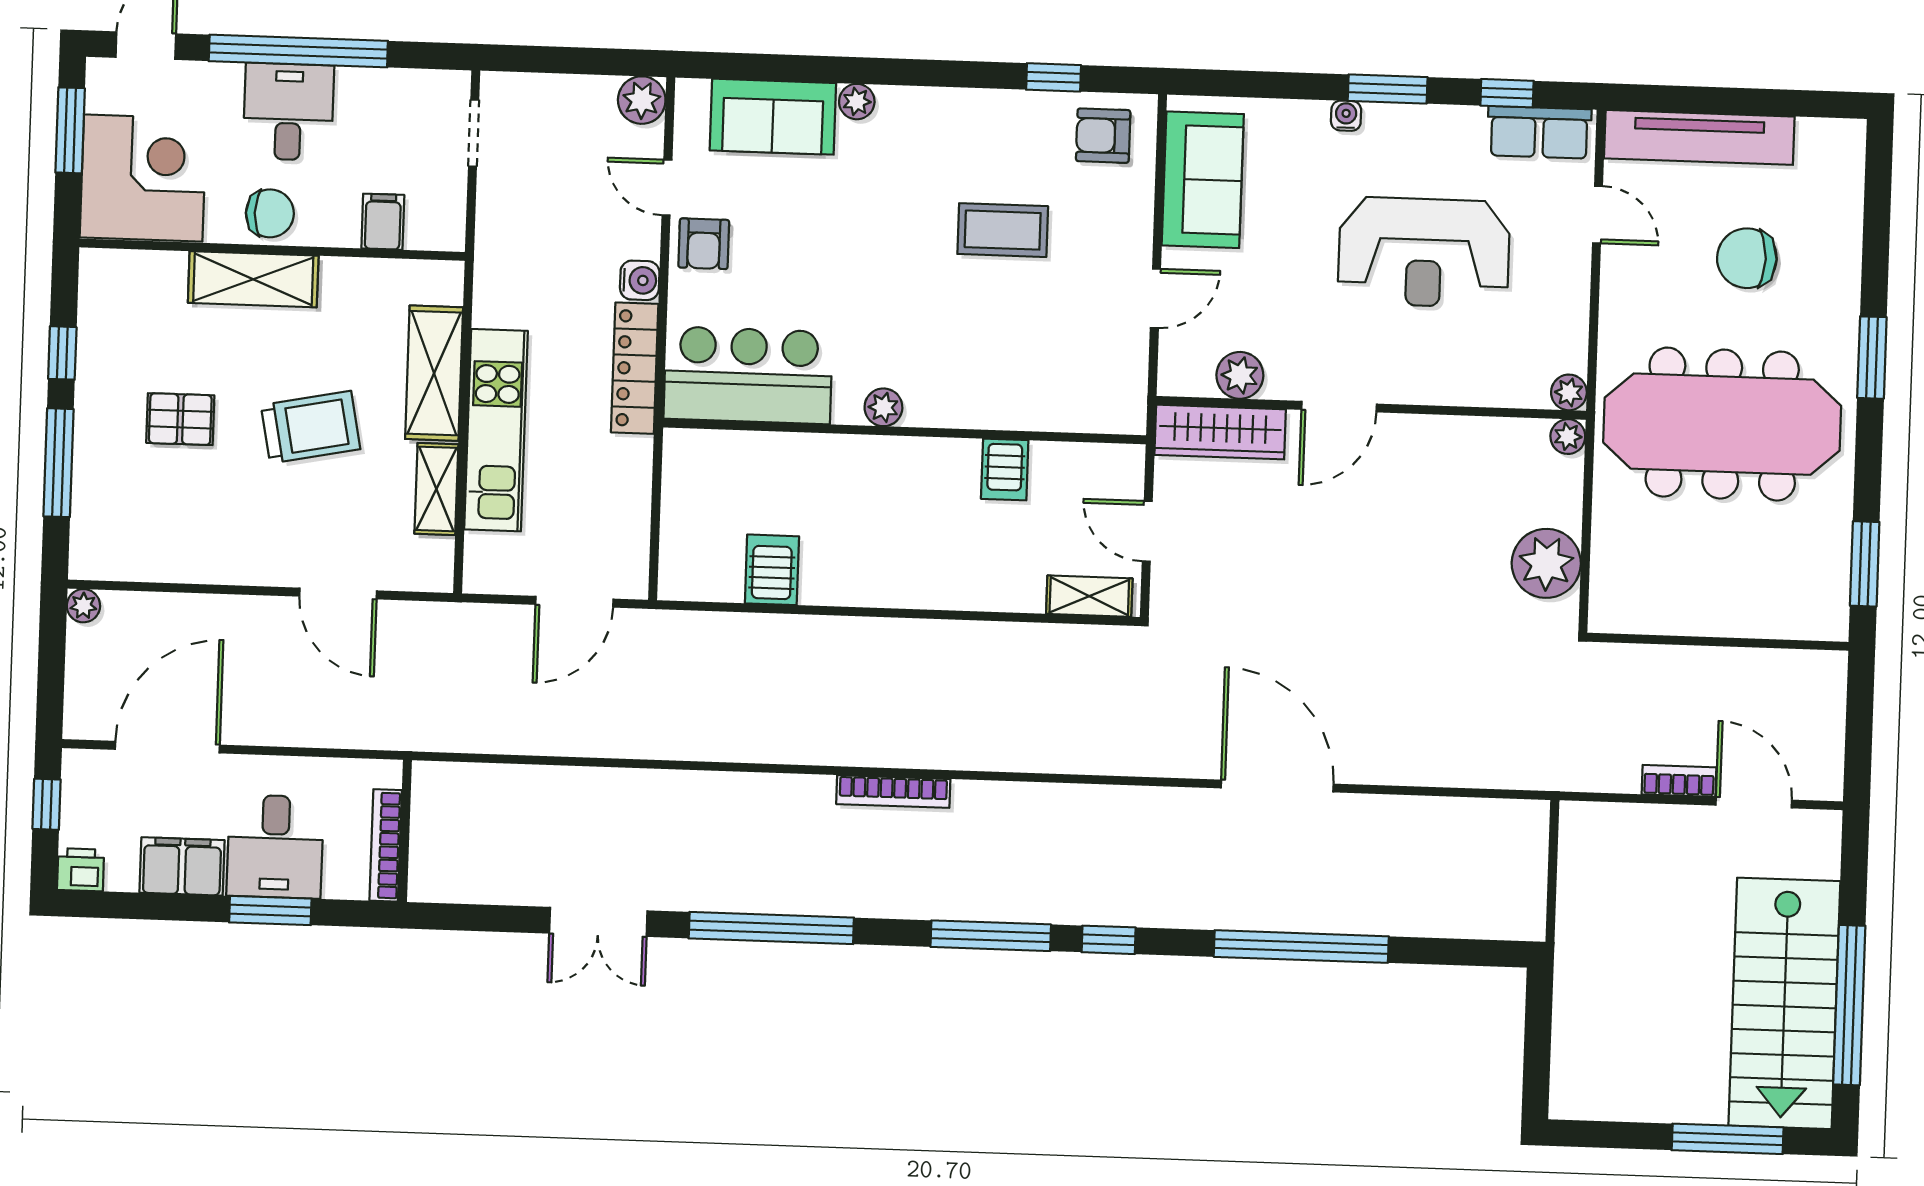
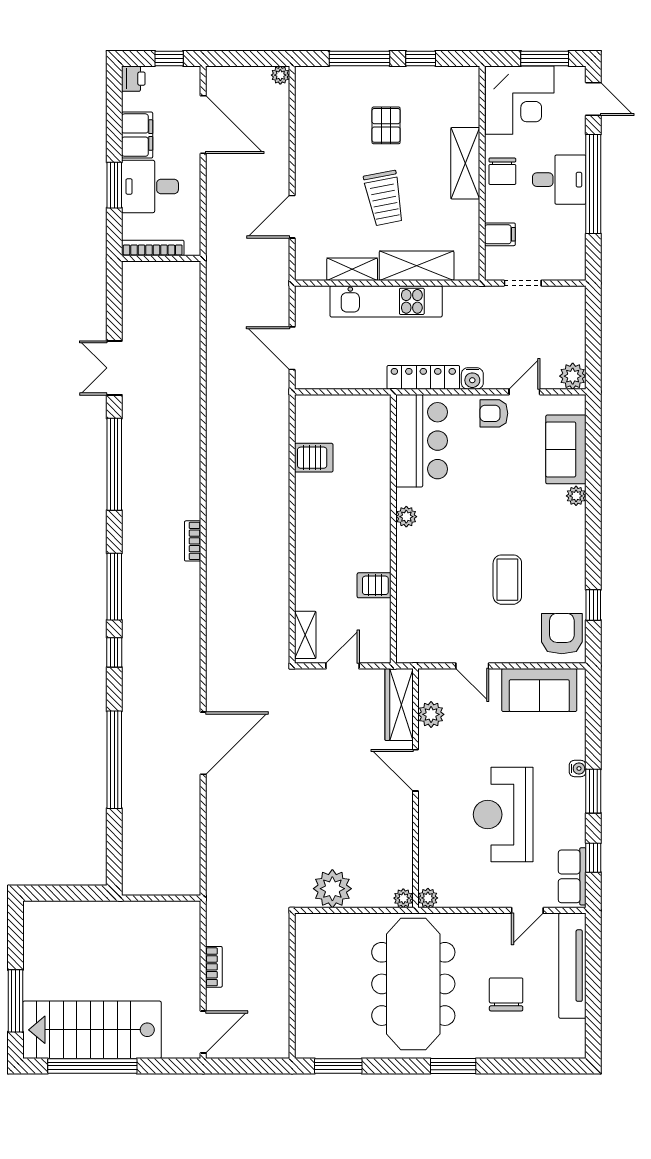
doorway: (474, 133) -> (523, 283), moved
armchair: (1103, 136) -> (562, 634), width x1.38, depth x1.38
bookcase: (893, 792) -> (193, 541), width x0.64
door: (1754, 803) -> (203, 1032), moved

